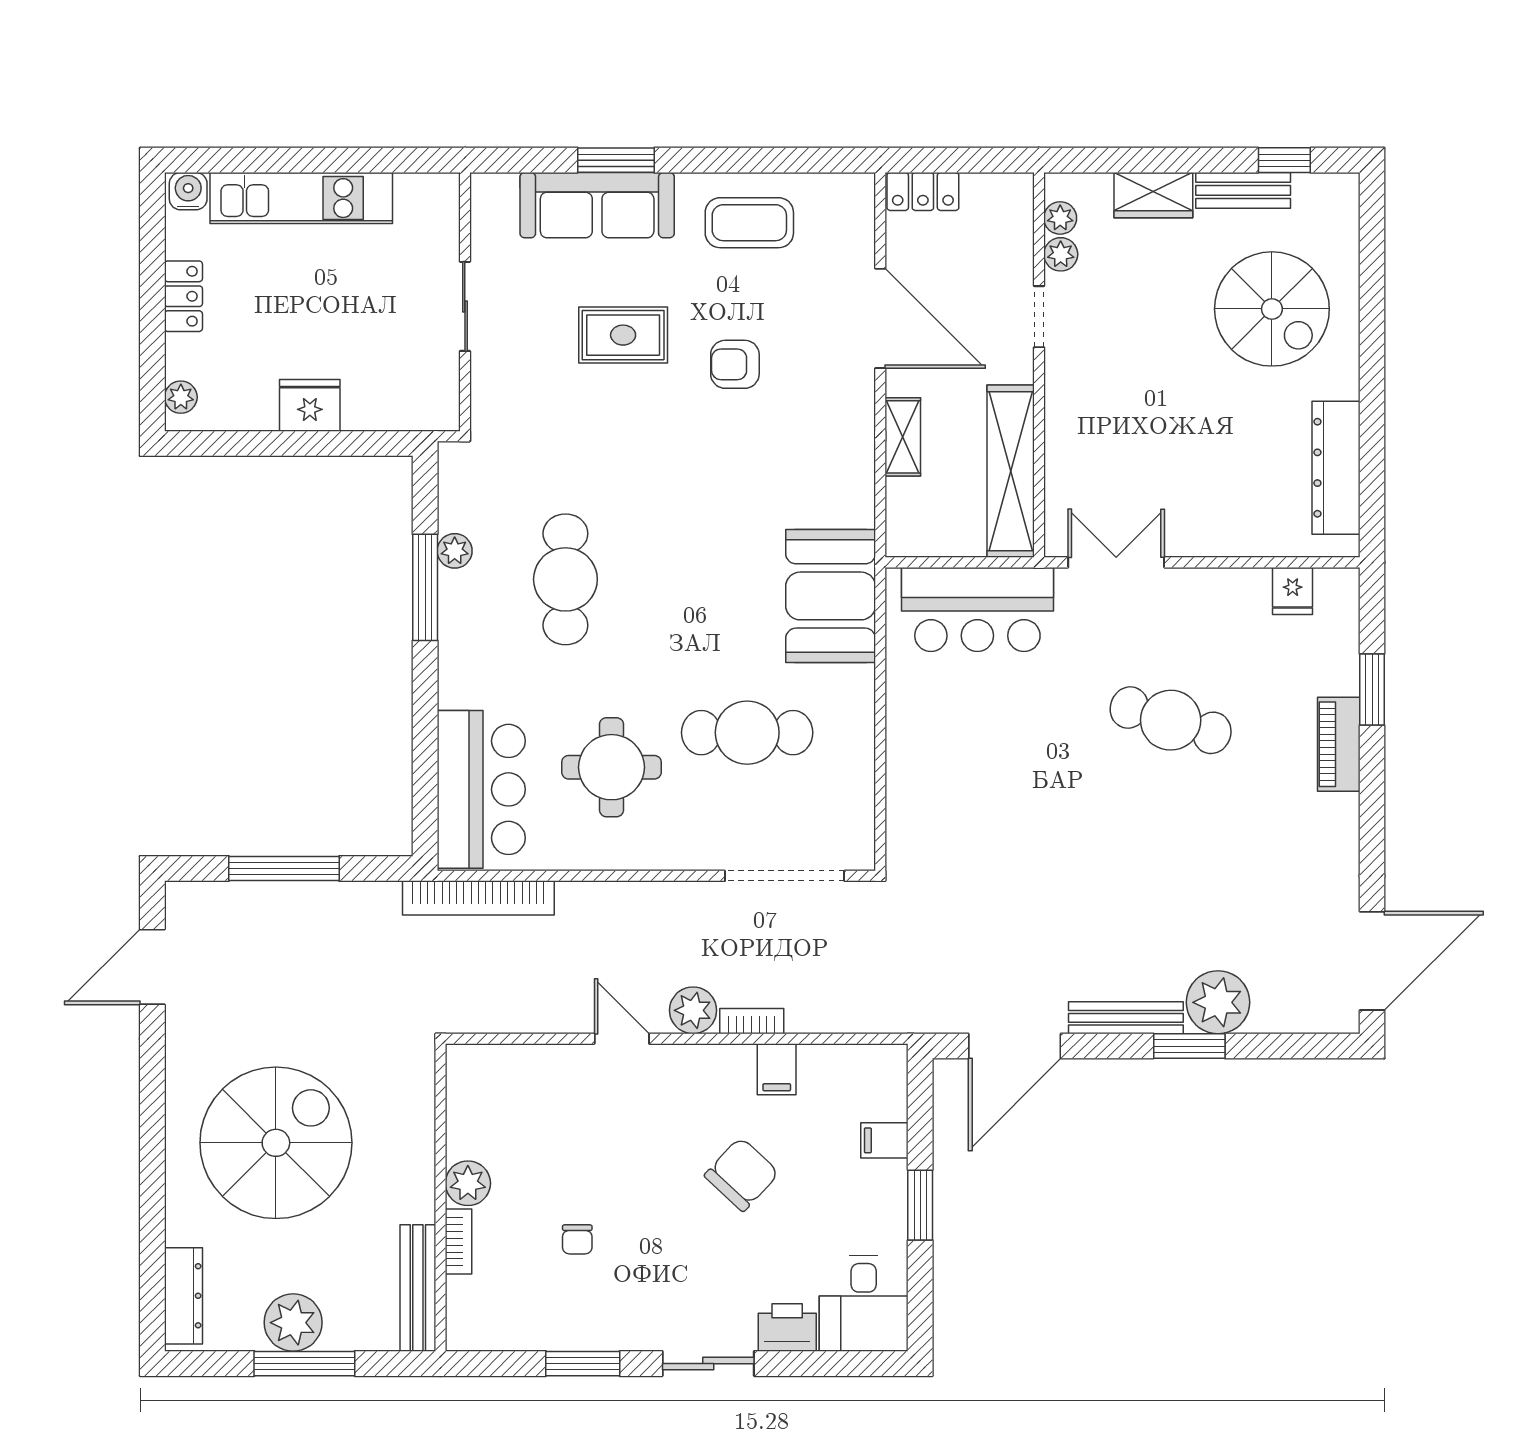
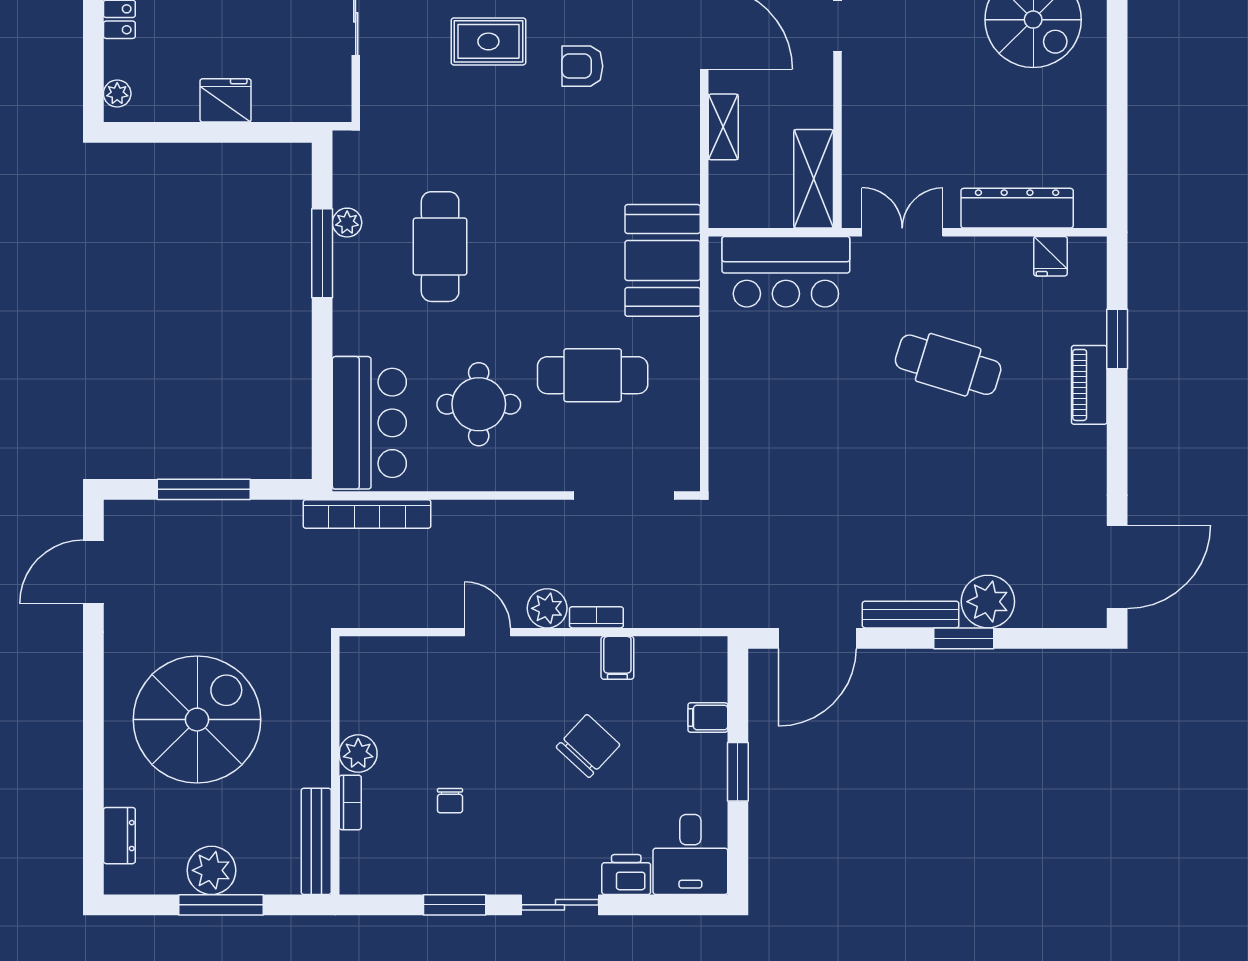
dresser: (1336, 468) -> (1017, 208), moved, turned 90
shelving: (1011, 471) -> (814, 179), width x0.68
dresser: (183, 1296) -> (119, 836), width x0.70

